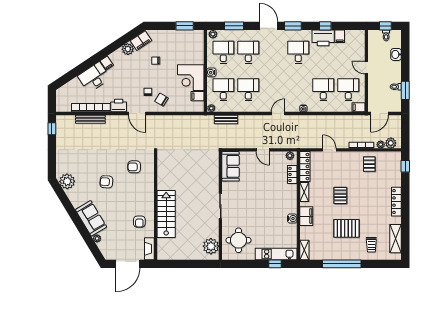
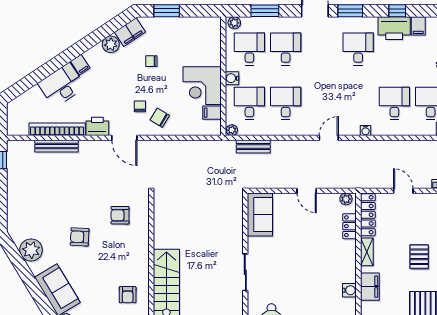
window: (185, 26) -> (167, 11), moved
plant: (67, 181) -> (31, 250), moved

